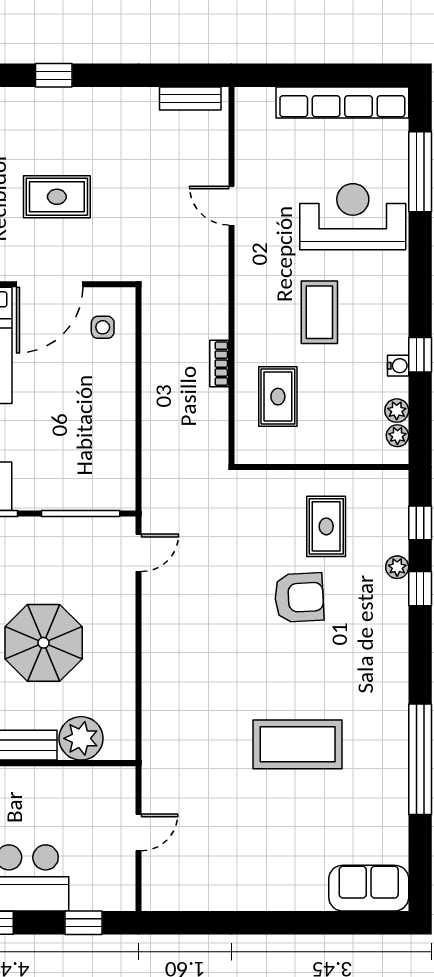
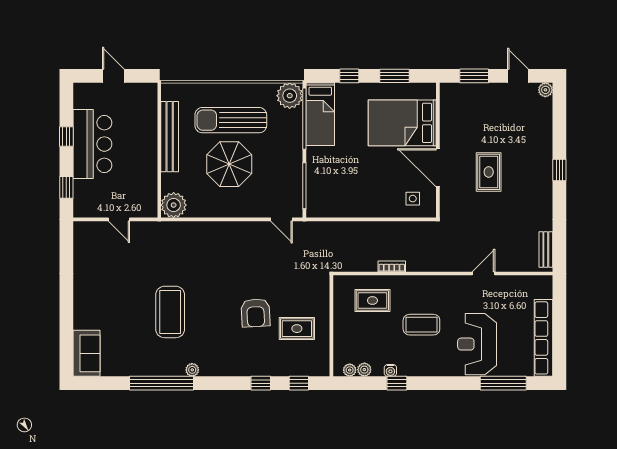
reception desk: (353, 217) -> (477, 344), turned 180
plant: (397, 567) -> (192, 370), moved
plant: (81, 738) -> (174, 205), moved

